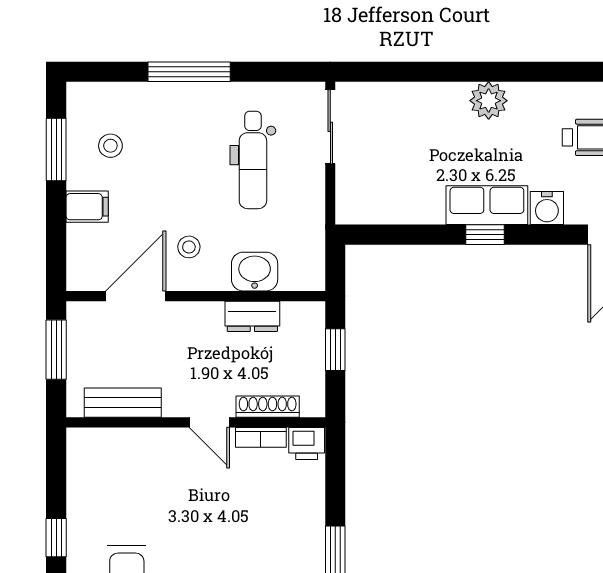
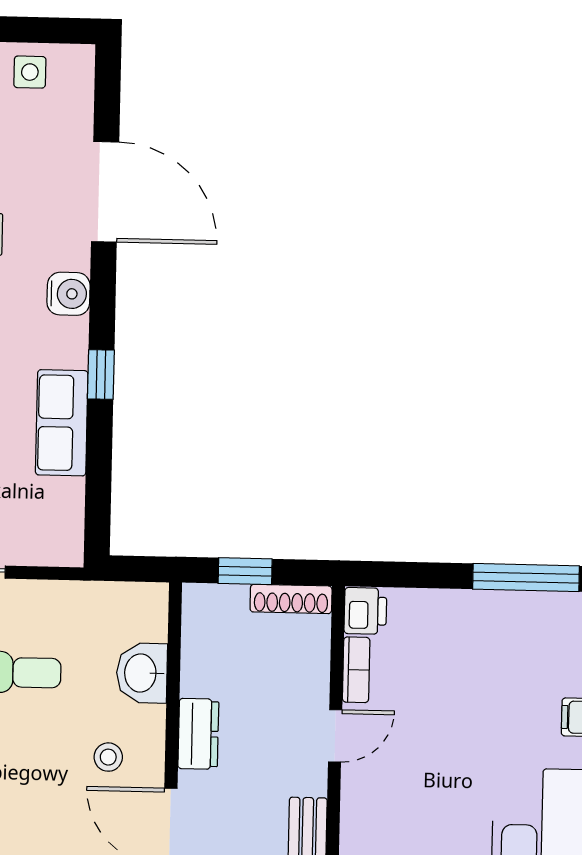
row of seats: (487, 205) -> (62, 423), moved
dresser: (252, 316) -> (198, 734), moved
shoe rack: (268, 407) -> (291, 599), moved, turned -90

